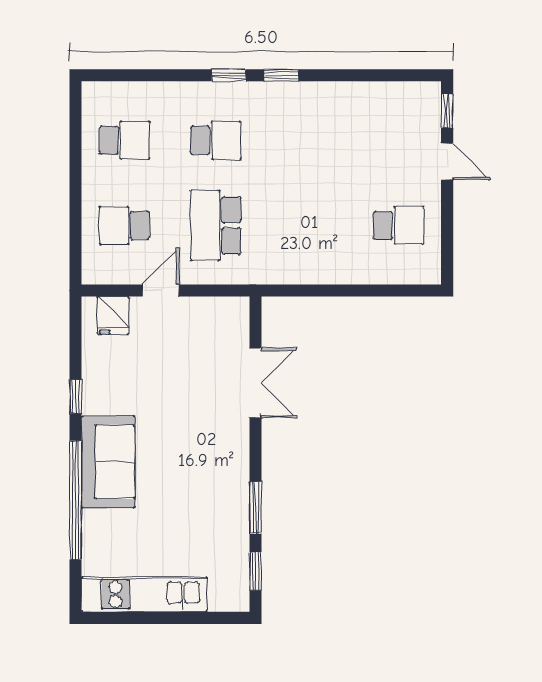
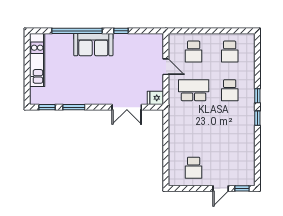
school desk: (124, 225) -> (194, 52), turned 180
fridge: (113, 315) -> (155, 98), moved

